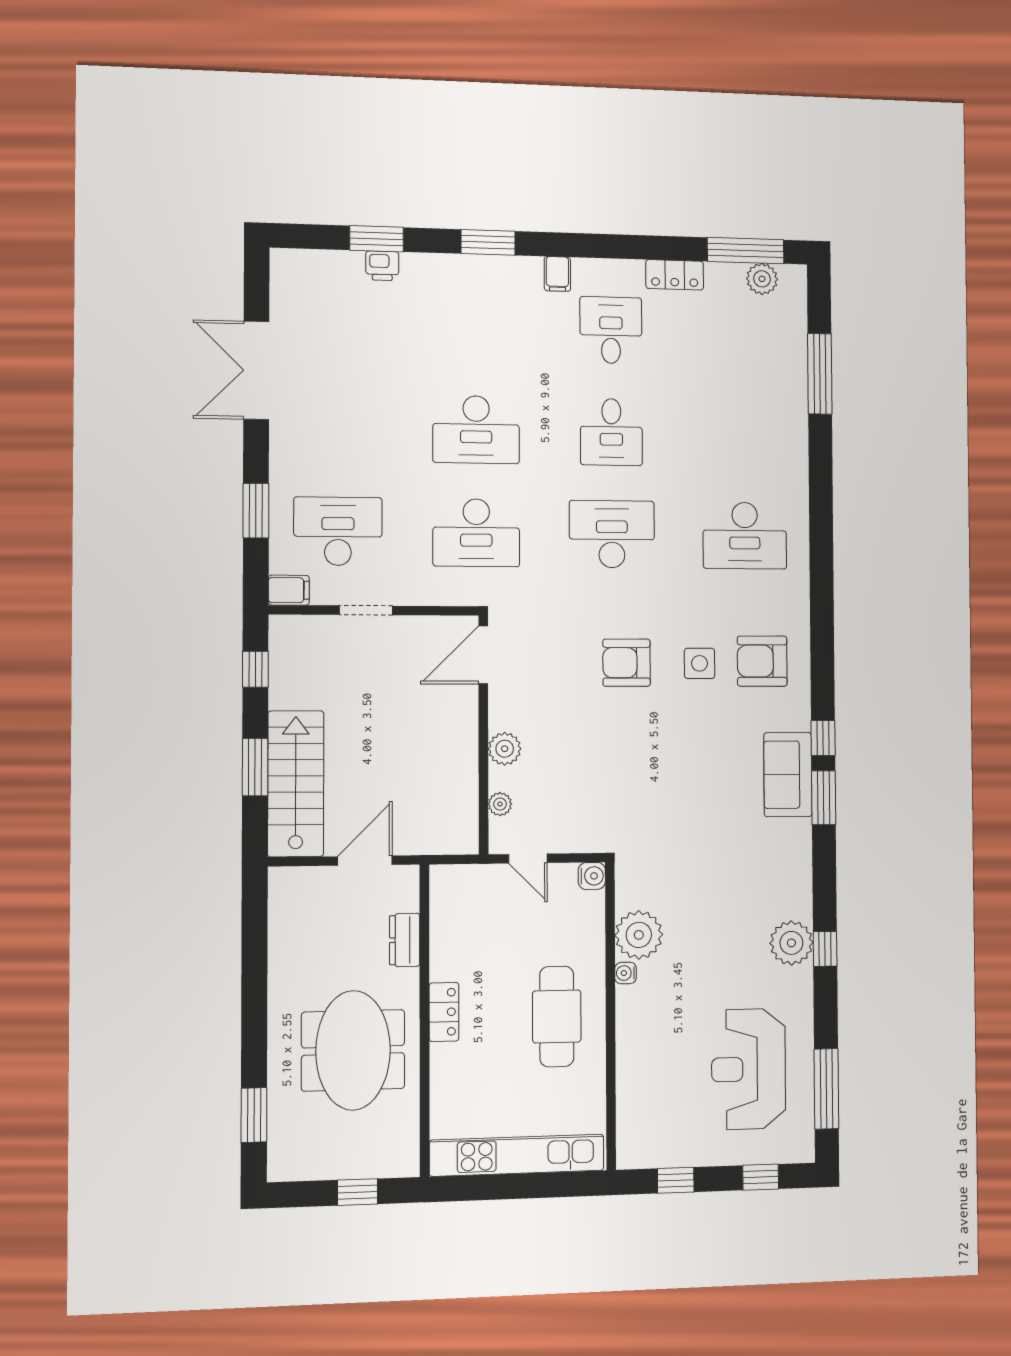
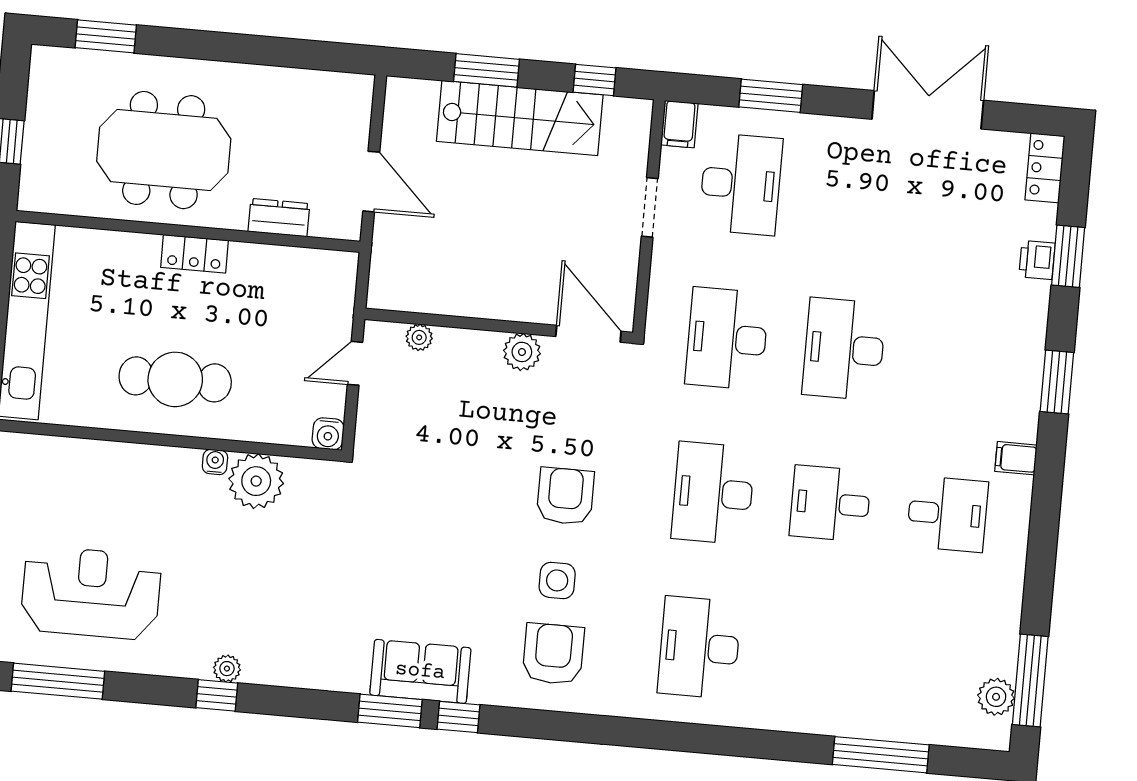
locker: (675, 275) -> (1045, 168), moved
desk: (612, 534) -> (713, 493), turned 180
plant: (505, 749) -> (522, 352), moved
stairs: (296, 784) -> (520, 118), moved
plant: (791, 943) -> (227, 669), width x0.53, depth x0.53

